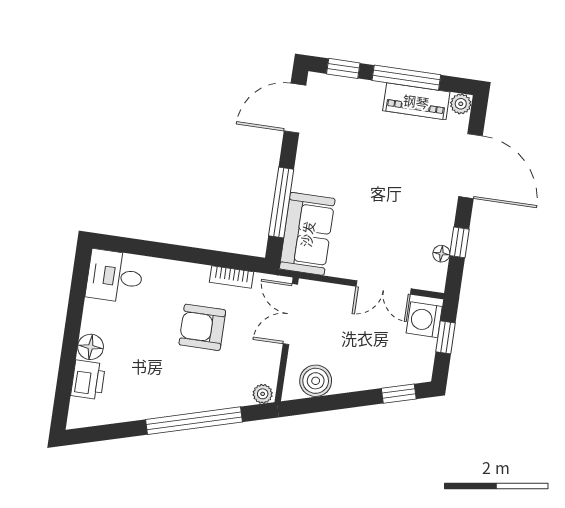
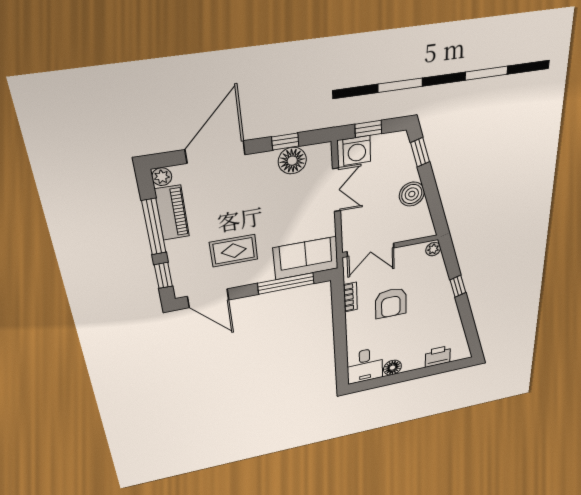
rug: (347, 154) -> (234, 251), added
floor lamp: (441, 254) -> (292, 161), width x1.89, depth x1.89
floor lamp: (91, 347) -> (392, 368), moved
boiler: (316, 381) -> (412, 194), moved
window: (194, 421) -> (458, 286), width x0.32

